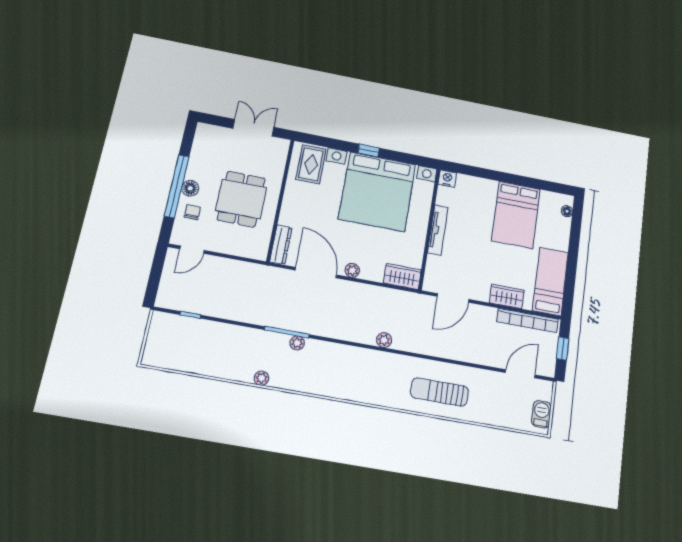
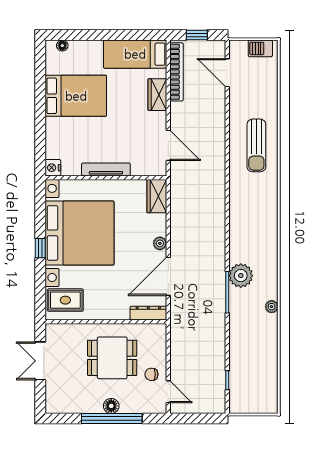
chair: (192, 212) -> (151, 374), moved
plant: (384, 340) -> (219, 203), removed
plant: (297, 343) -> (241, 276), width x1.88, depth x1.88

